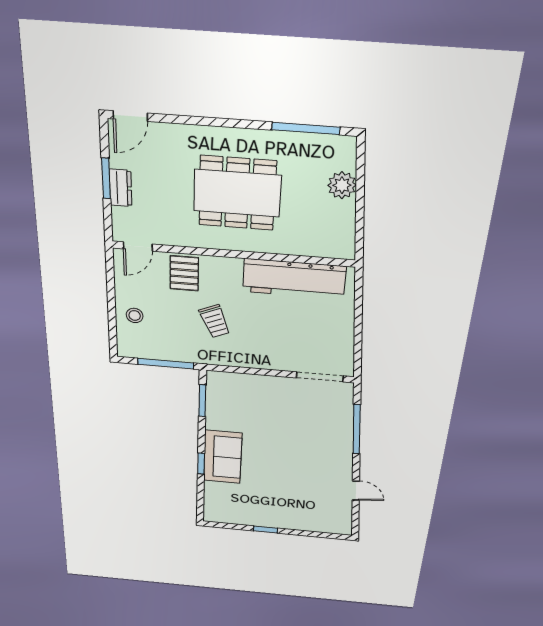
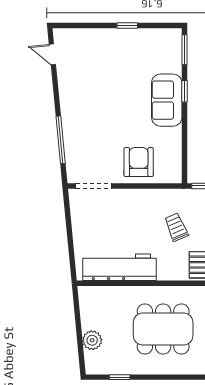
window: (306, 128) -> (120, 377), width x0.46
armchair: (260, 398) -> (139, 162), added
window: (202, 401) -> (185, 50), moved
door: (356, 491) -> (52, 54), moved

